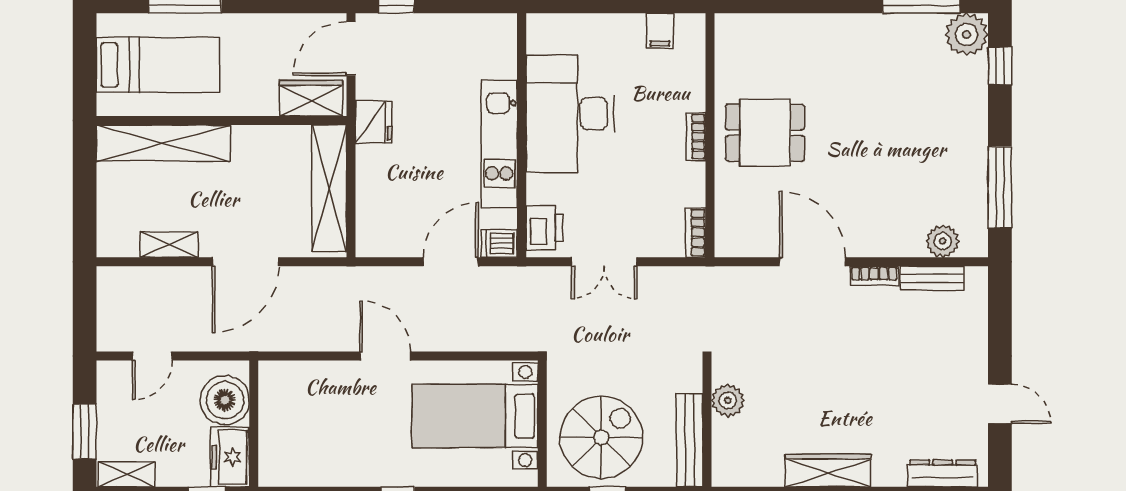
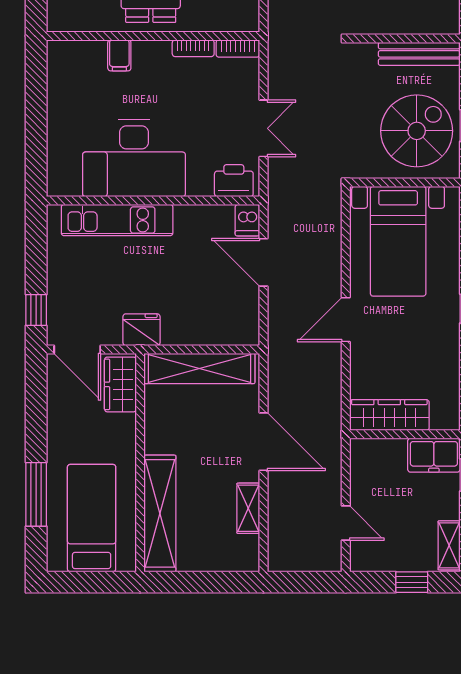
filing cabinet: (660, 31) -> (119, 55), moved, turned 90
bookcase: (696, 136) -> (193, 48), moved
kitchen unit: (499, 144) -> (117, 220), moved
boiler: (225, 400) -> (384, 460), removed
plant: (728, 400) -> (384, 20), removed
wardrobe: (276, 406) -> (389, 415), added
window: (85, 432) -> (412, 582), width x0.67
spiral stairs: (601, 437) -> (417, 131), turned 90

